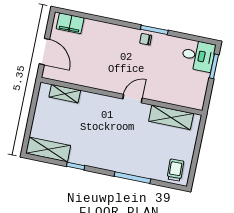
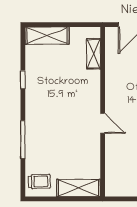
shelving: (171, 117) -> (79, 188), moved, turned 90
shelving: (48, 149) -> (47, 36), moved, turned 90

